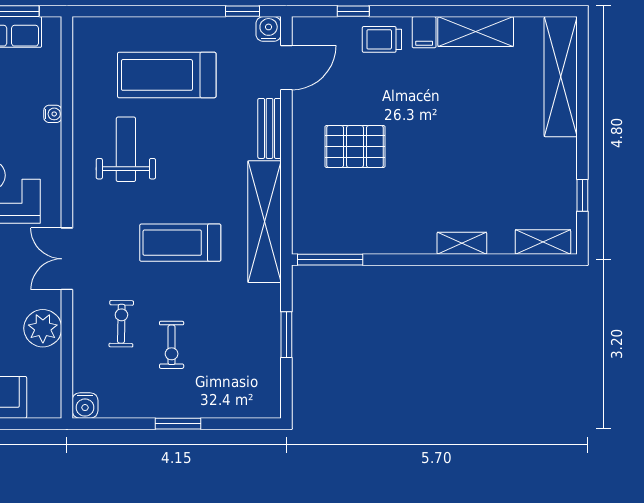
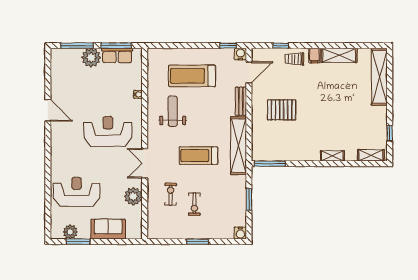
water cooler: (85, 405) -> (240, 233), moved

